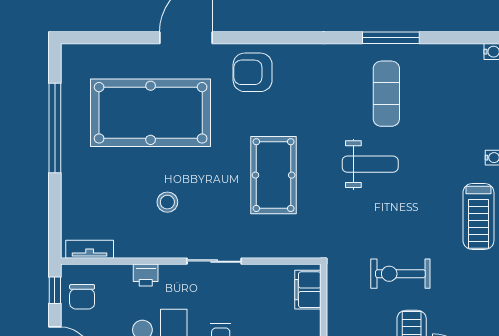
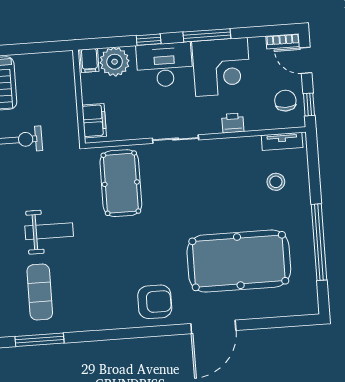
weight bench: (370, 164) -> (49, 231), turned 180
pool table: (274, 175) -> (121, 183), moved
stool: (167, 202) -> (276, 182), moved

